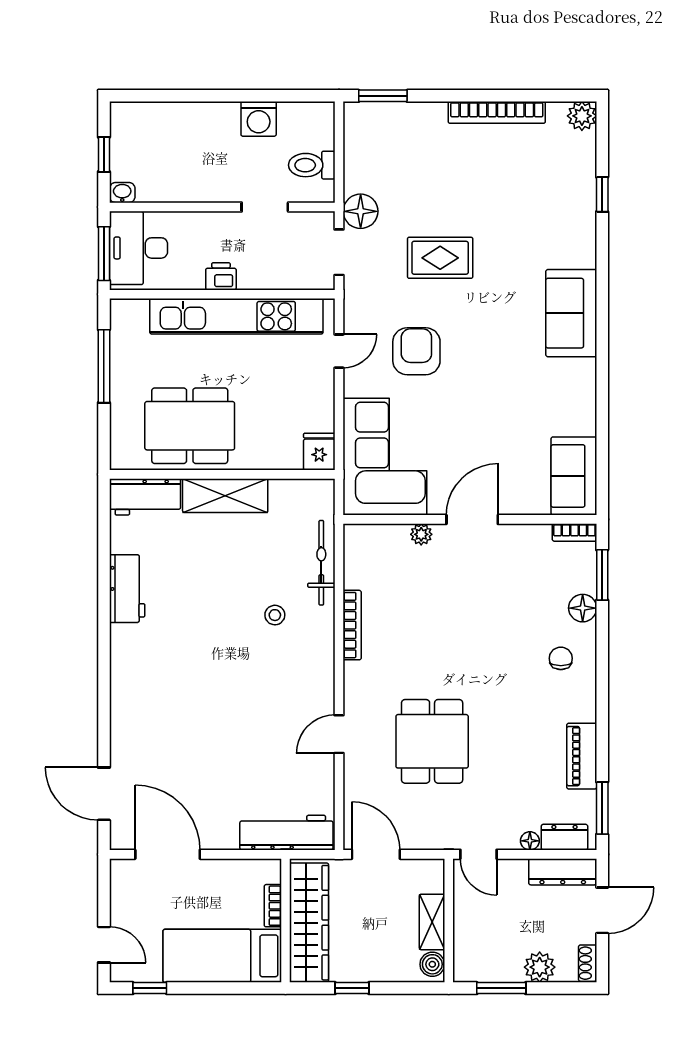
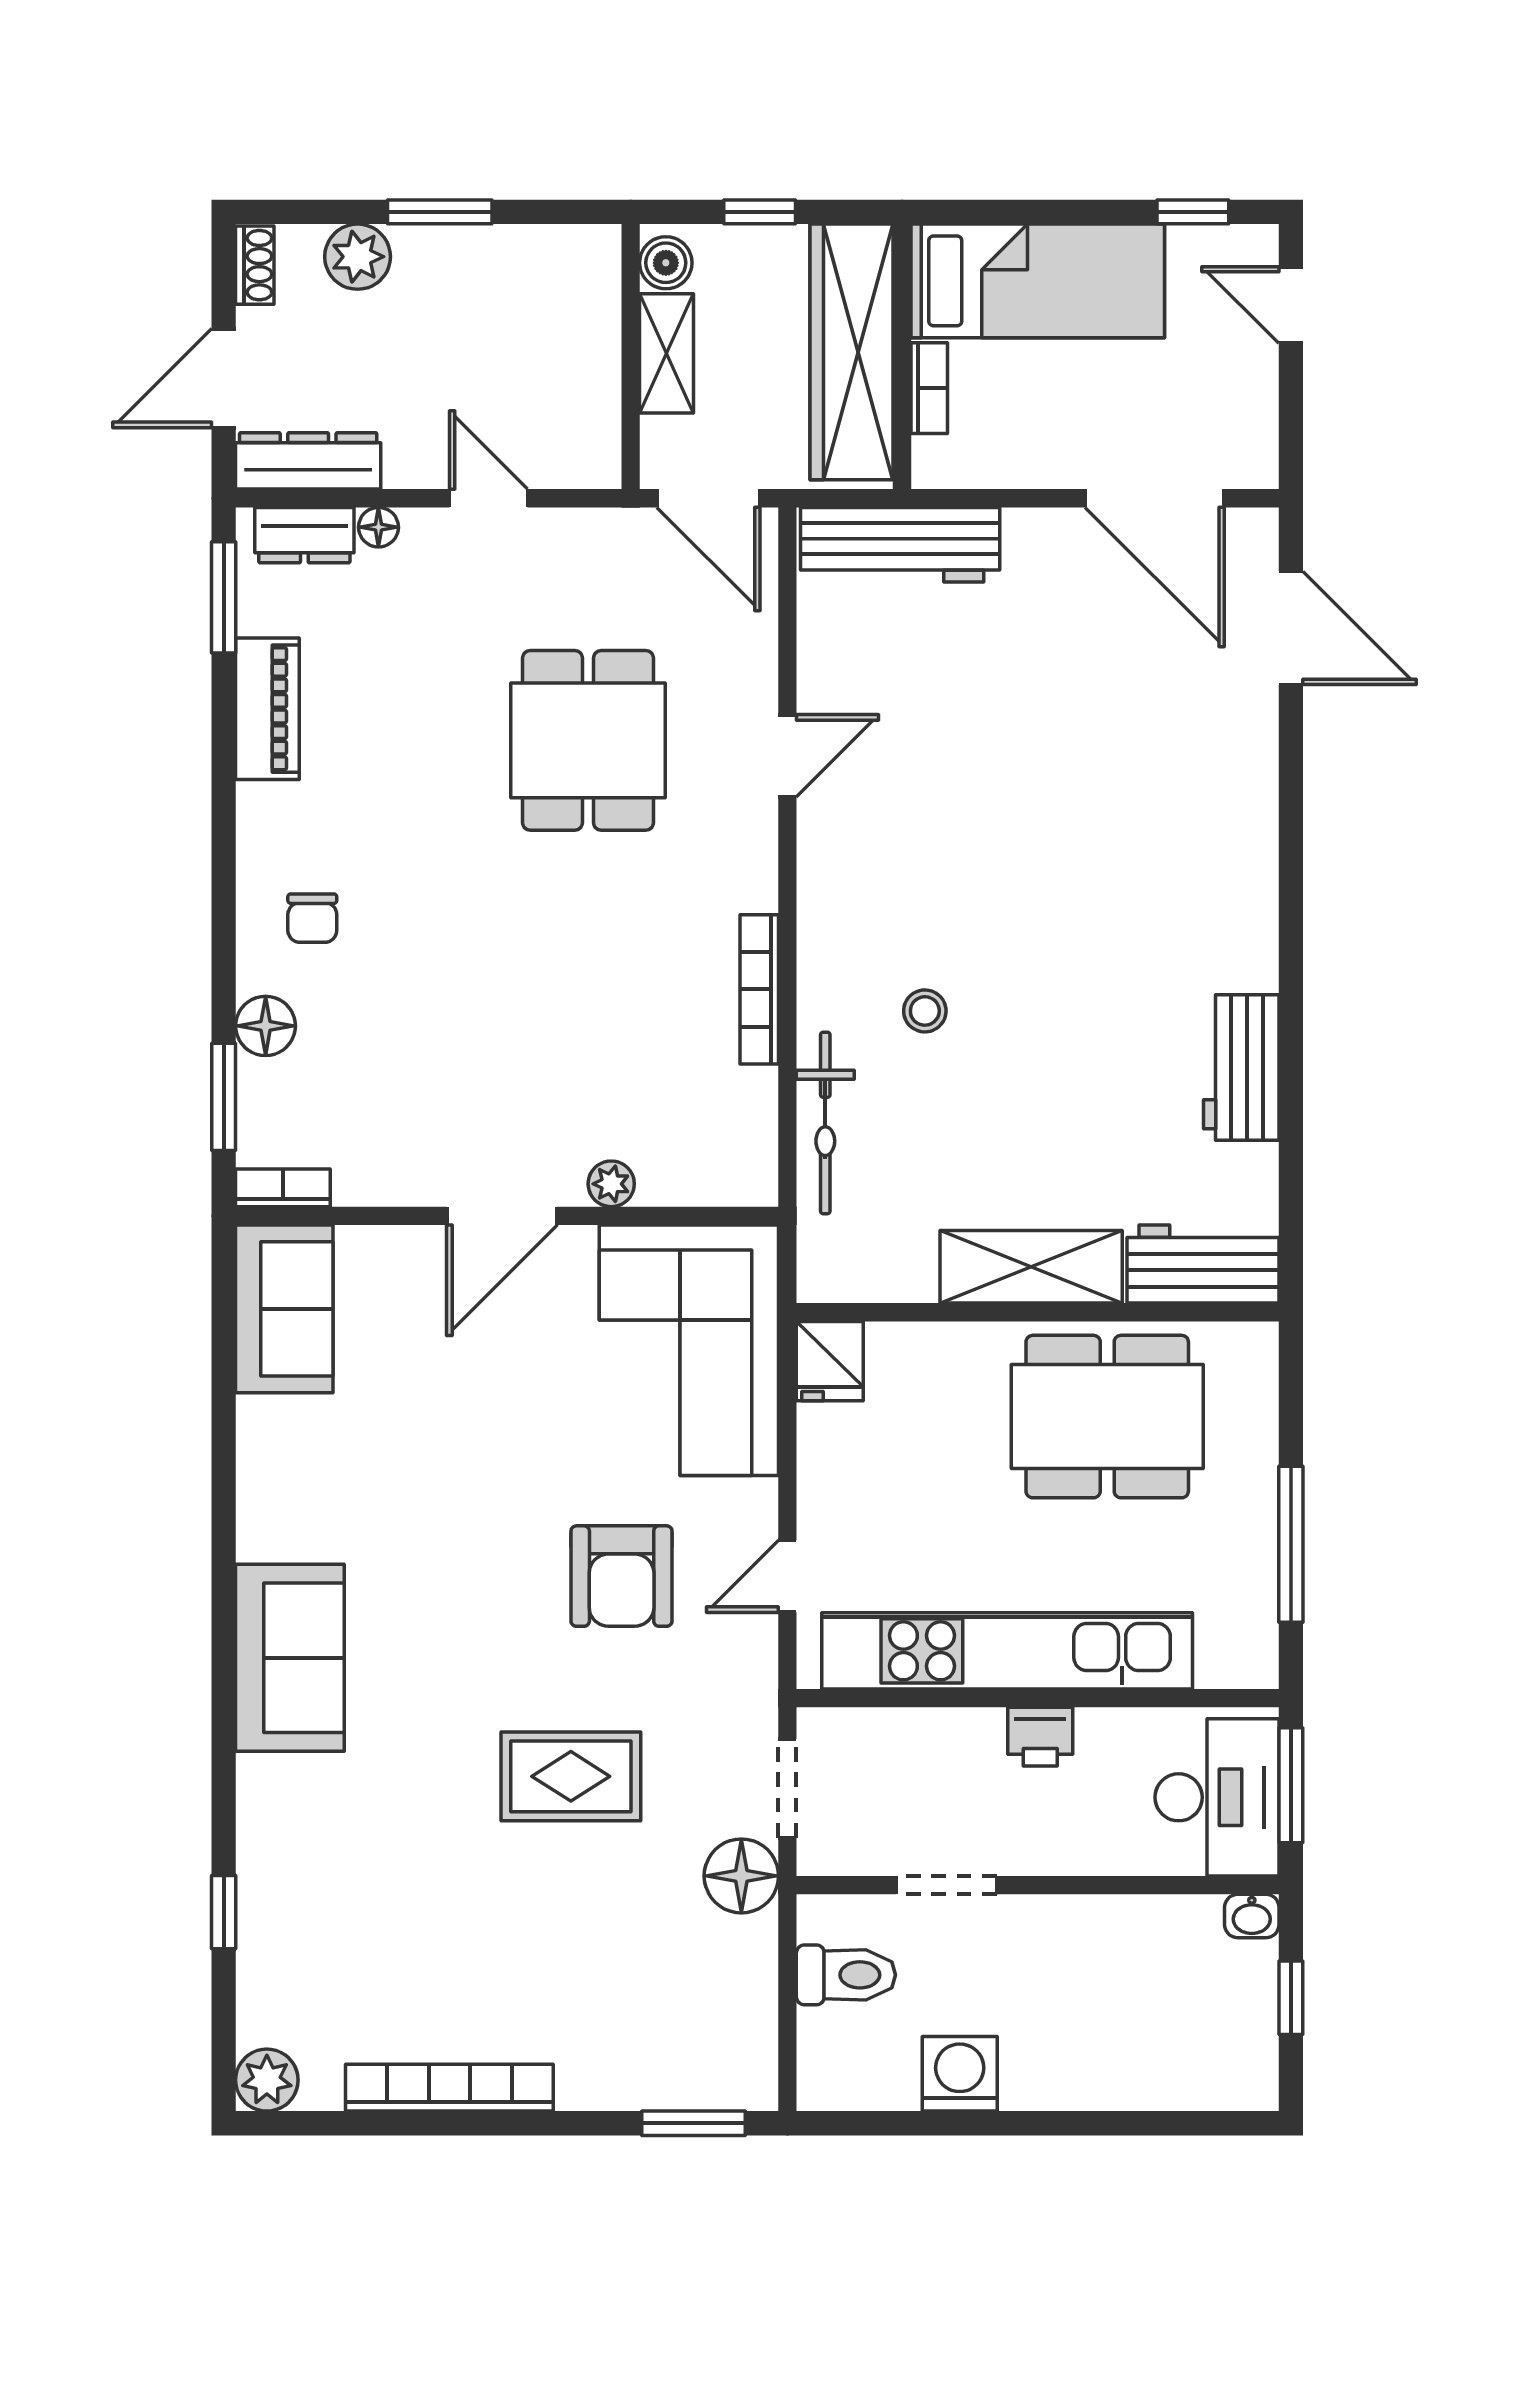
wall: (449, 920) -> (631, 357), moved
shelving: (432, 922) -> (667, 353), moved
boiler: (432, 964) -> (666, 263), moved

